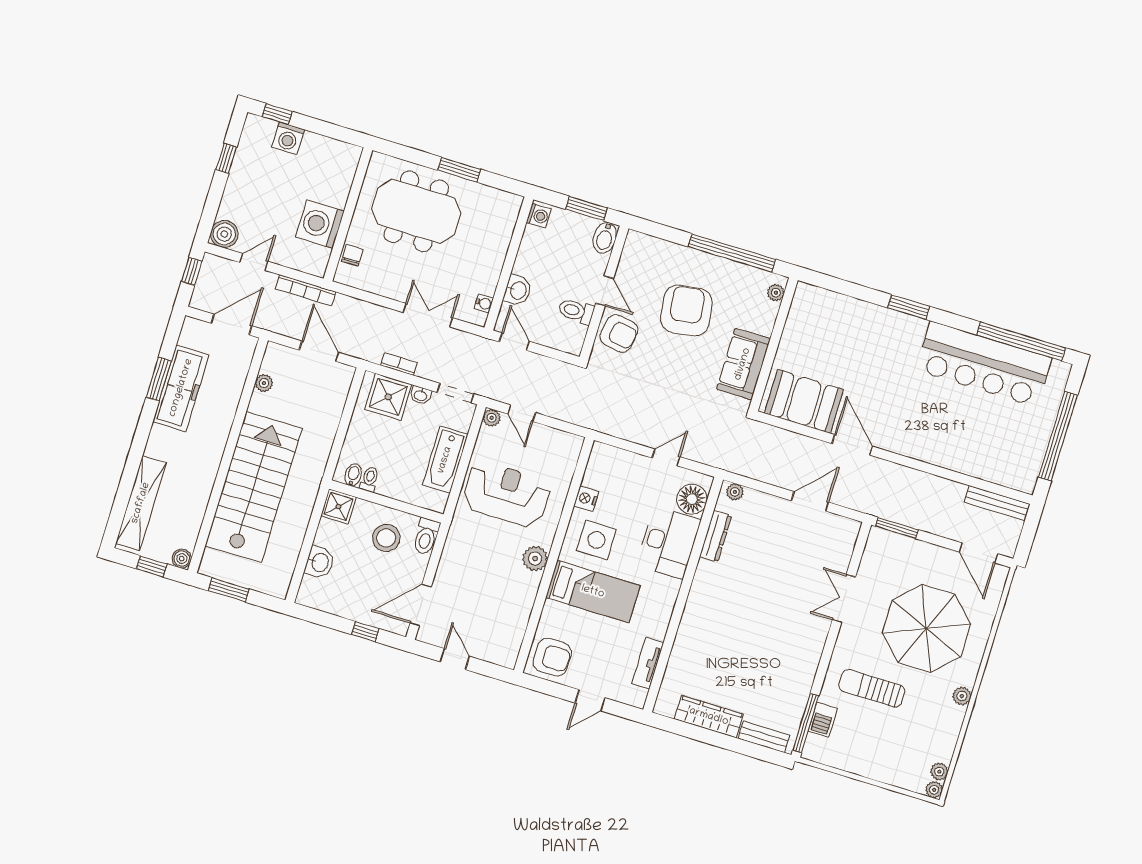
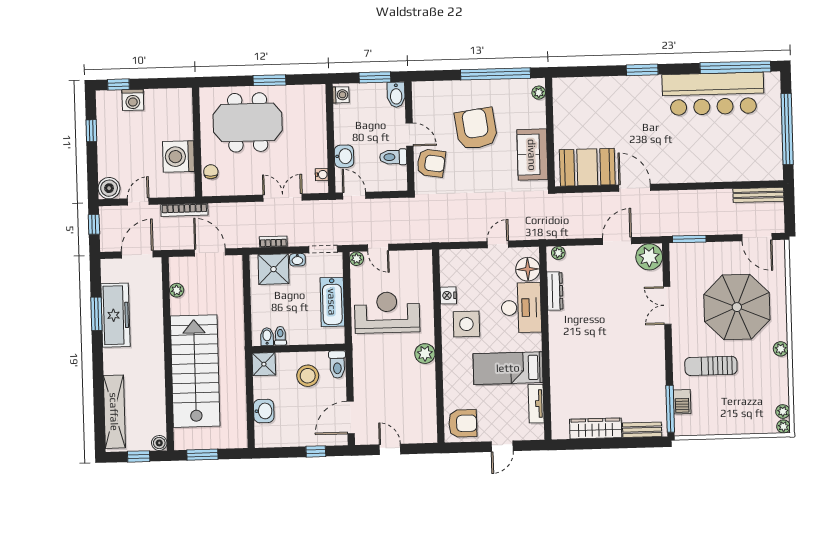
plant: (842, 533) -> (649, 257), added
bed: (593, 592) -> (508, 368), moved, turned 180

